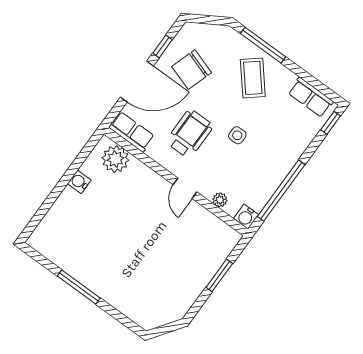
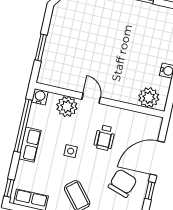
row of seats: (132, 132) -> (30, 145), moved, turned -90
wheelchair: (190, 134) -> (105, 138), width x0.73, depth x0.73
plant: (220, 200) -> (67, 106), width x1.88, depth x1.88

